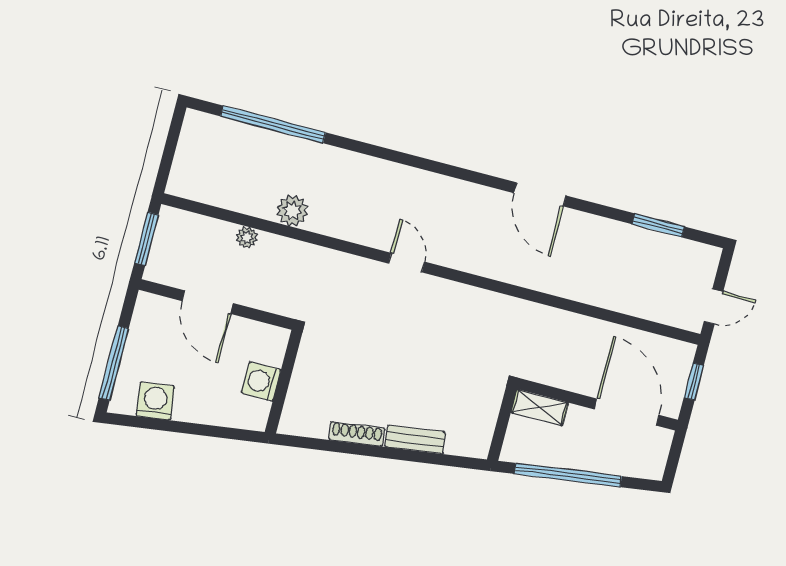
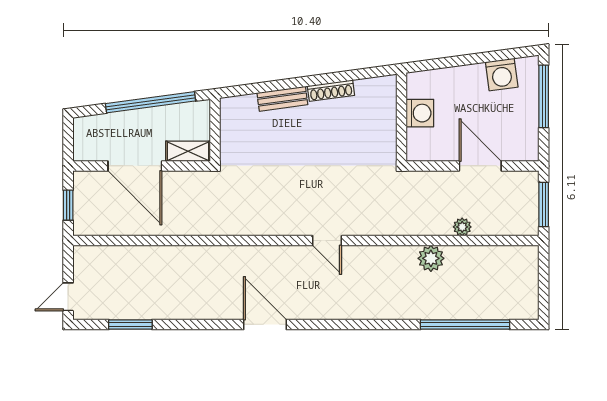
door: (540, 194) -> (265, 324), moved
door: (713, 306) -> (68, 297), moved
door: (627, 412) -> (135, 166), moved

